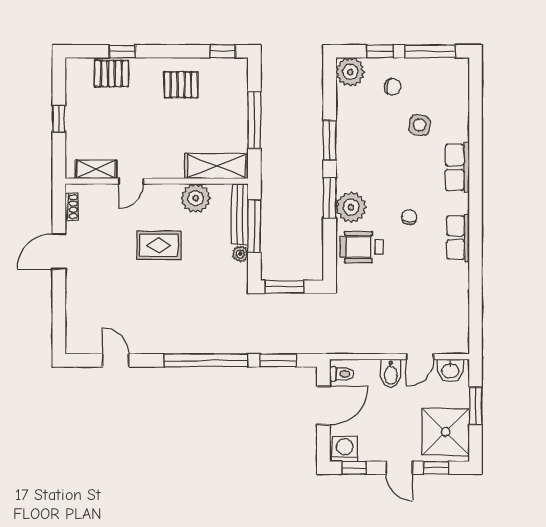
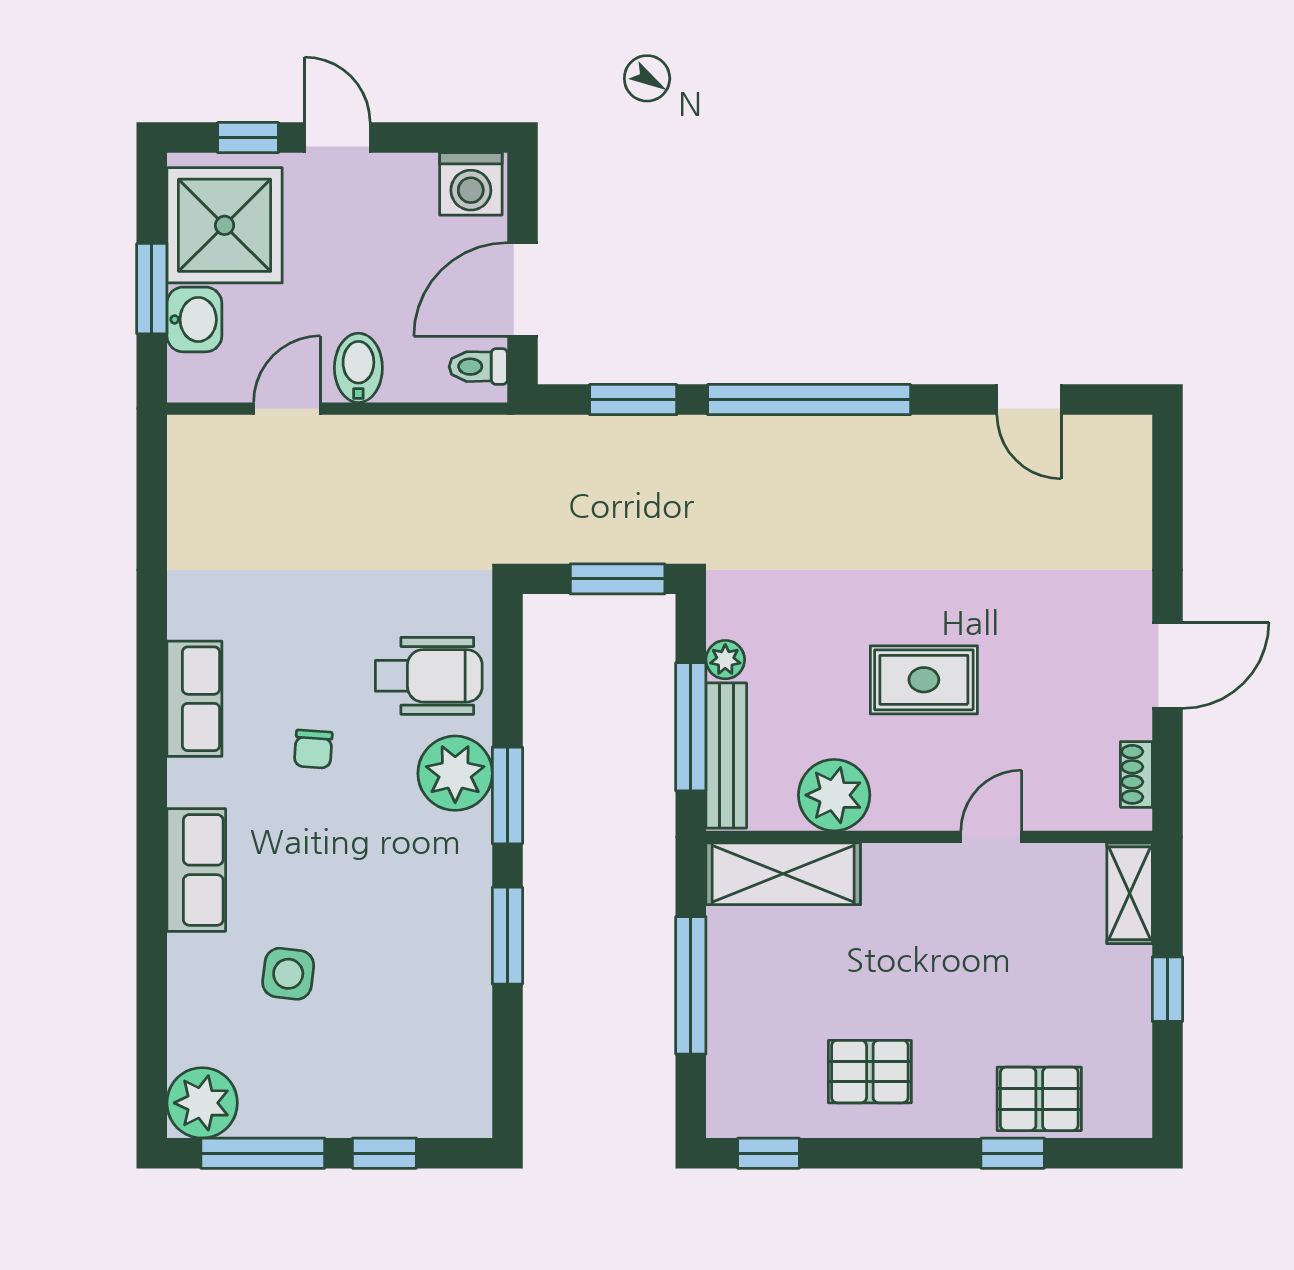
plant: (350, 72) -> (202, 1103), moved
chair: (392, 87) -> (354, 1067), removed
shelving: (96, 169) -> (1130, 893), moved, turned 90
washbasin: (450, 370) -> (194, 319), moved, turned 90
window: (354, 468) -> (448, 138), removed

